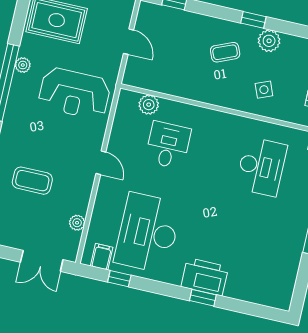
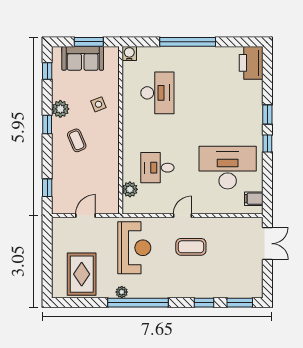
desk: (261, 167) -> (157, 93), turned 90
coffee table: (32, 181) -> (191, 247), moved, turned 90
plant: (77, 223) -> (232, 223), removed
desk: (148, 233) -> (228, 168), turned 180
printer: (205, 277) -> (251, 63), moved
window: (119, 279) -> (267, 144), moved

